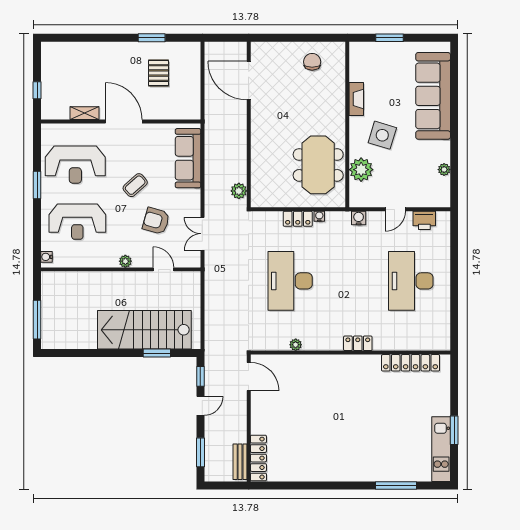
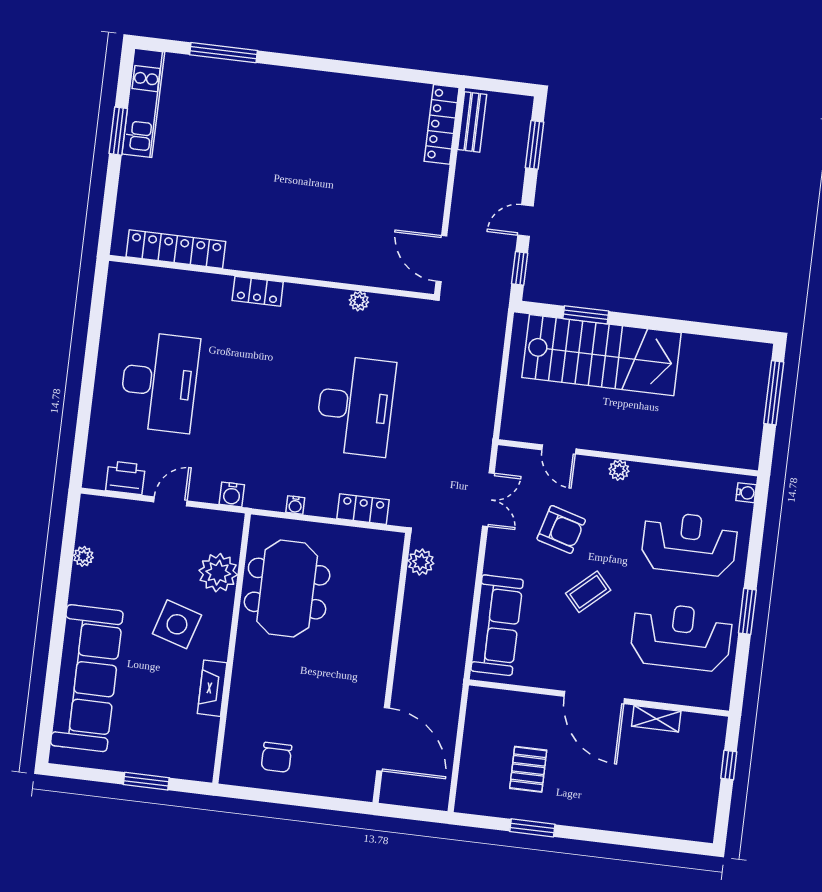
locker: (298, 219) -> (363, 509), moved

